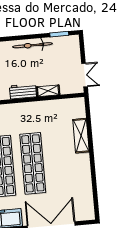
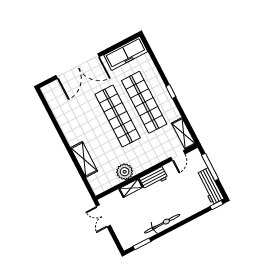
plant: (48, 108) -> (125, 172), added

